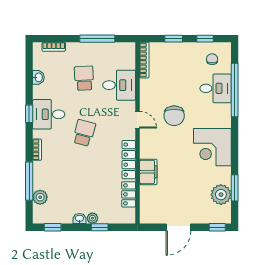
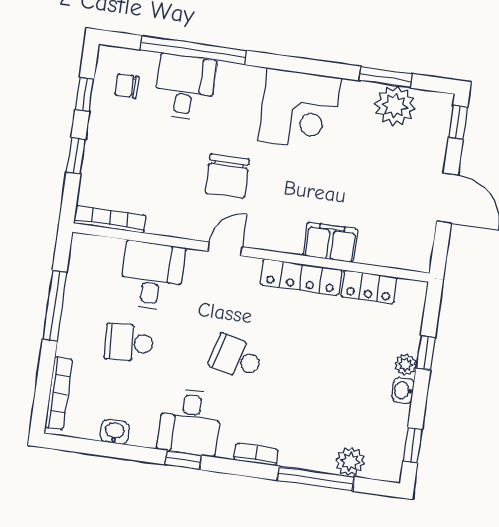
bookcase: (54, 47) -> (59, 393), width x1.56
chair: (174, 116) -> (227, 176), turned 90

